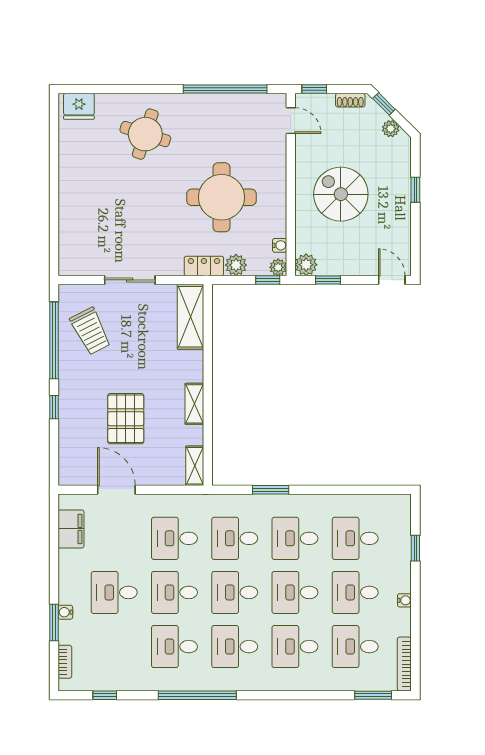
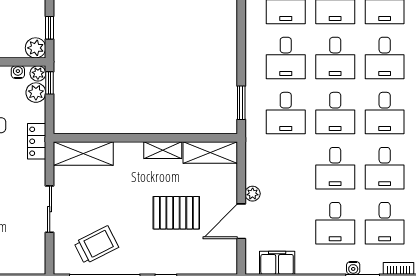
plant: (236, 265) -> (36, 93), moved
shelving: (195, 466) -> (210, 152), width x1.50, depth x1.33
window: (271, 490) -> (241, 103), moved
plant: (147, 502) -> (253, 194), added
desk: (175, 538) -> (385, 223), moved

